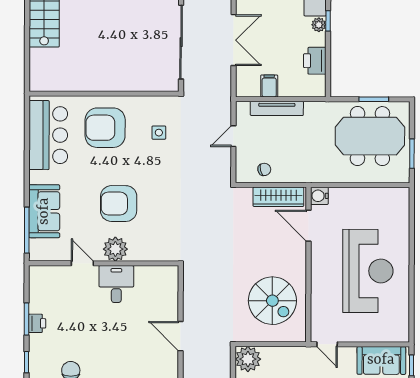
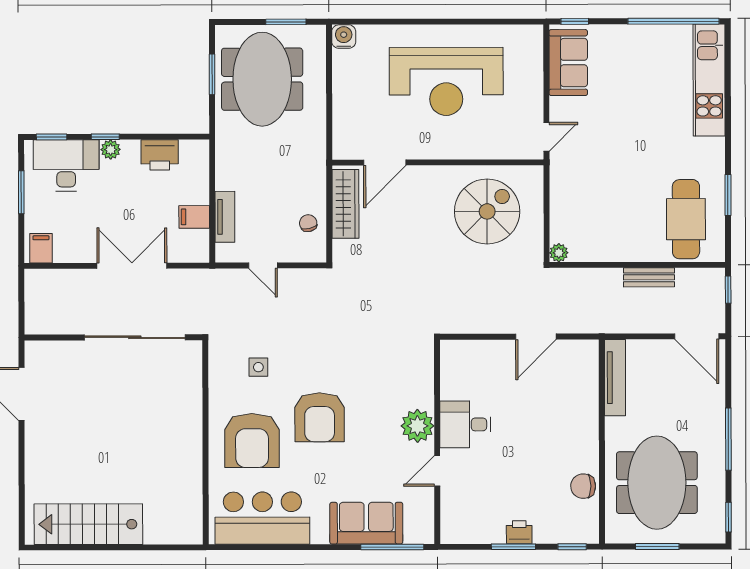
tv unit: (277, 108) -> (225, 217), width x0.71
water cooler: (319, 196) -> (344, 37), moved, turned 180
armchair: (119, 204) -> (320, 417), moved
reception desk: (368, 271) -> (446, 81), turned 180
plant: (248, 359) -> (559, 253), width x0.53, depth x0.53

